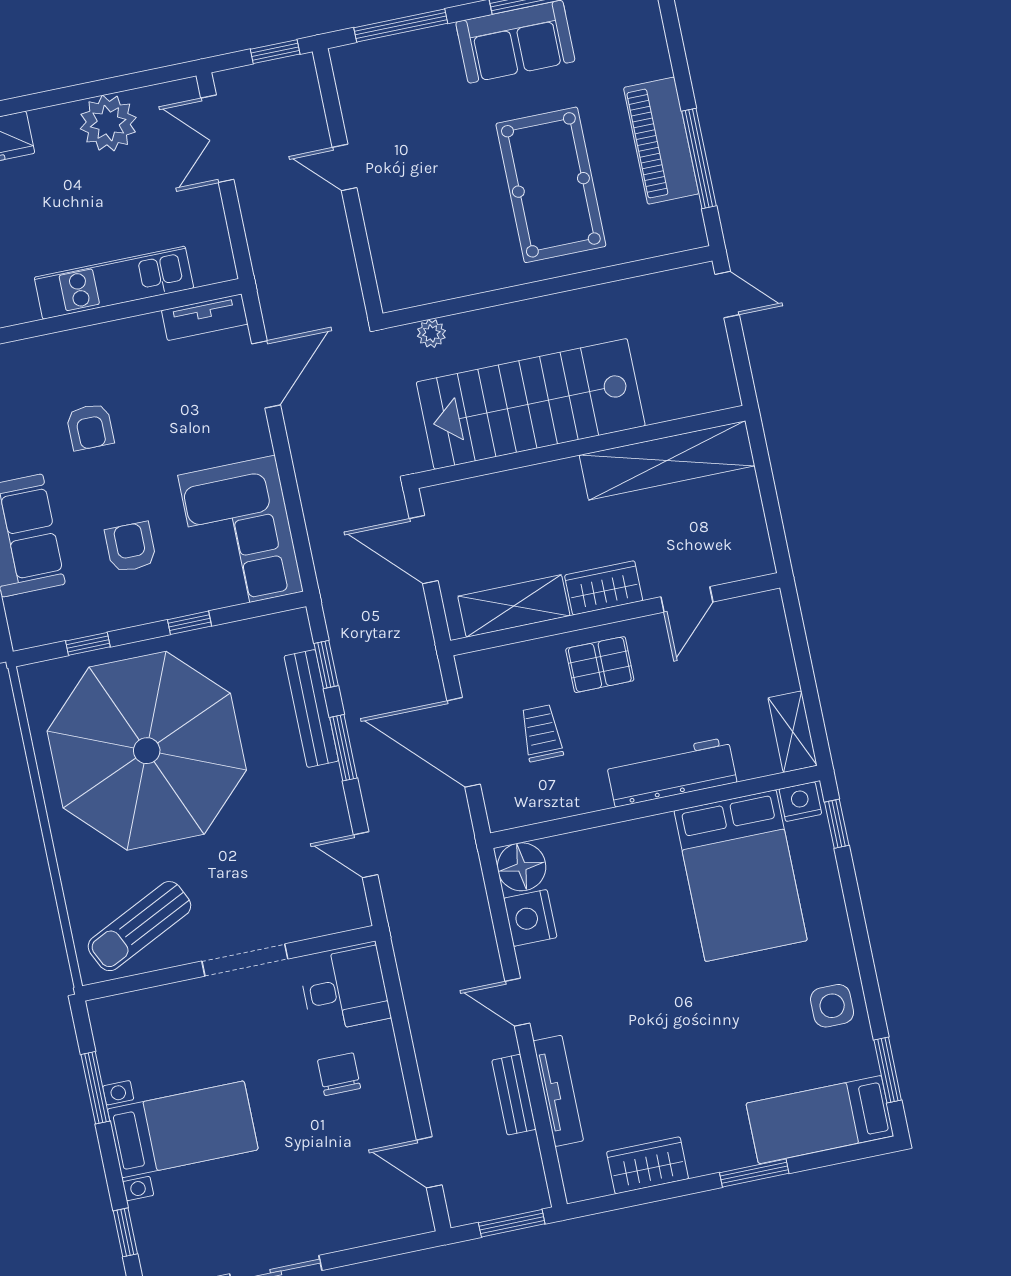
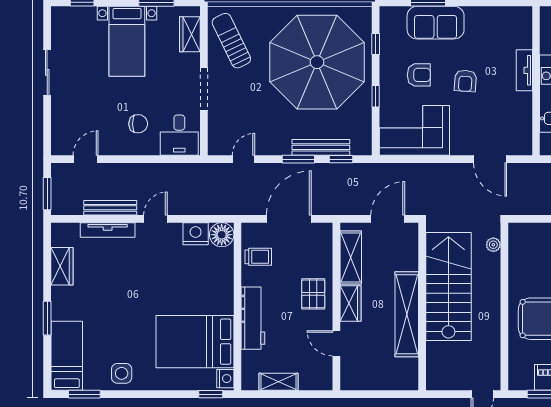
tv unit: (205, 317) -> (524, 70), moved
armchair: (90, 427) -> (465, 81), moved, turned -86
shelving: (667, 460) -> (407, 314), moved
shelving: (792, 732) -> (278, 382), moved
trolley: (541, 733) -> (258, 257), moved
wardrobe: (144, 1009) -> (190, 34), added
bench: (514, 1095) -> (110, 208), width x1.36

